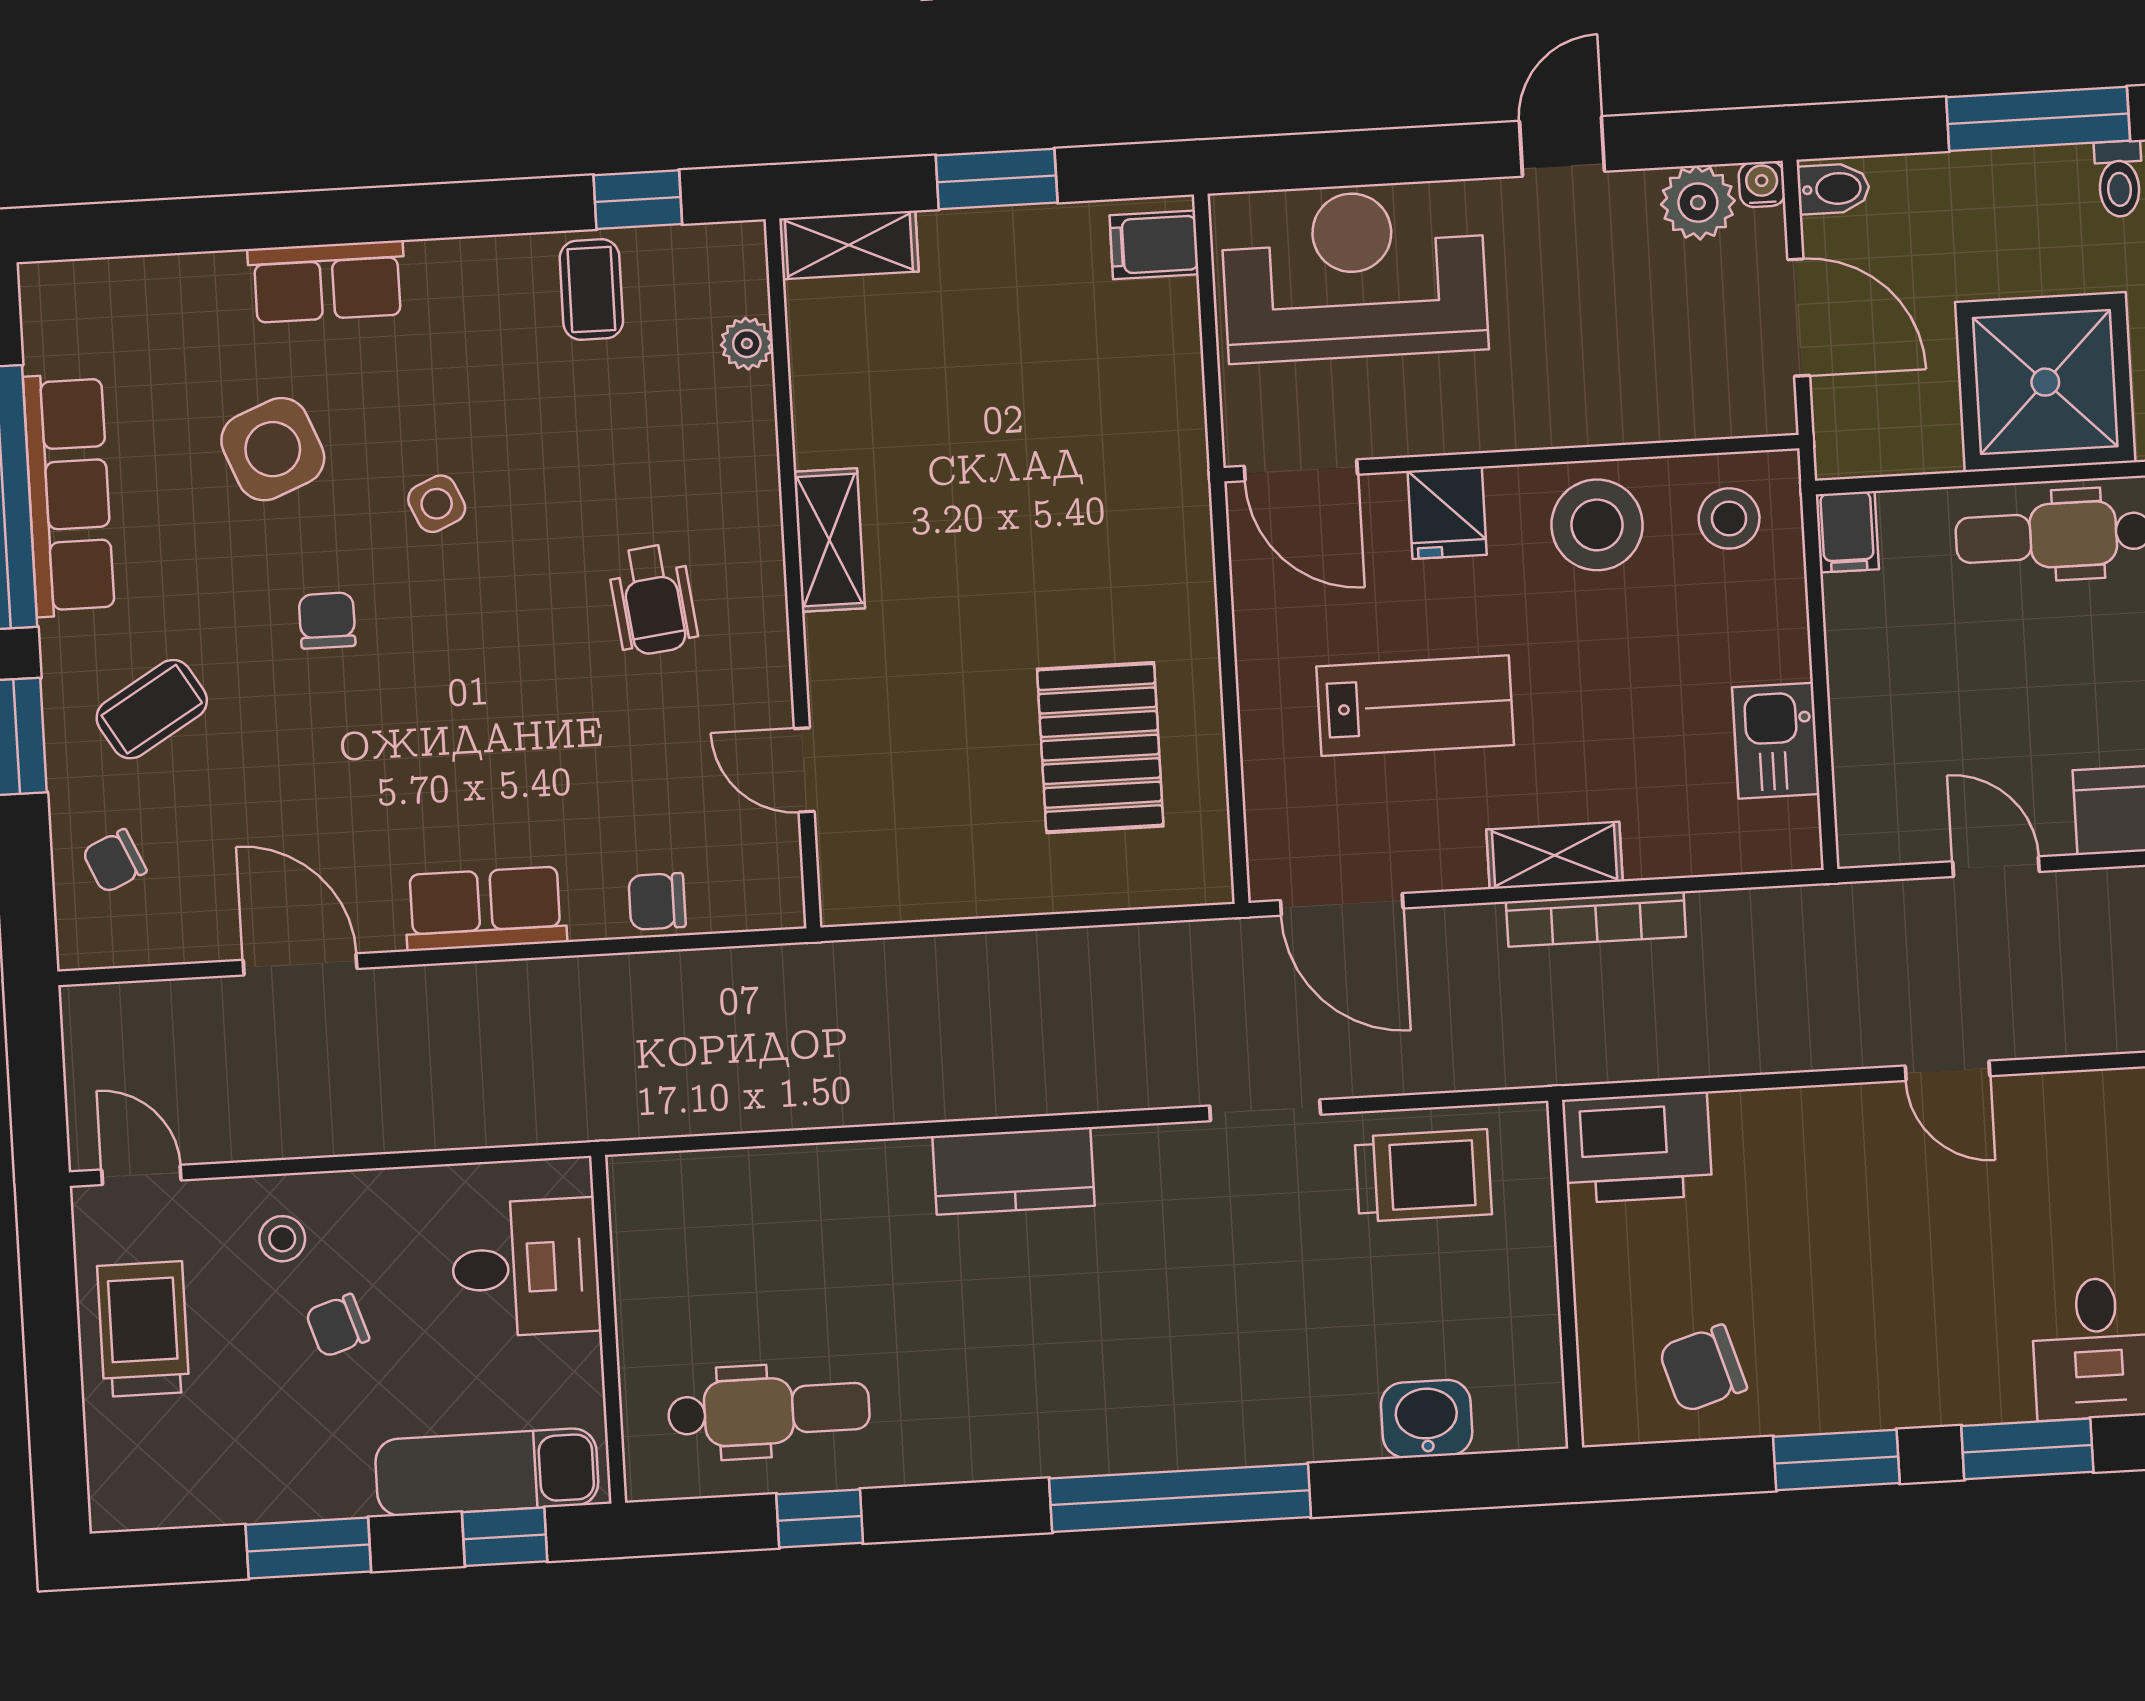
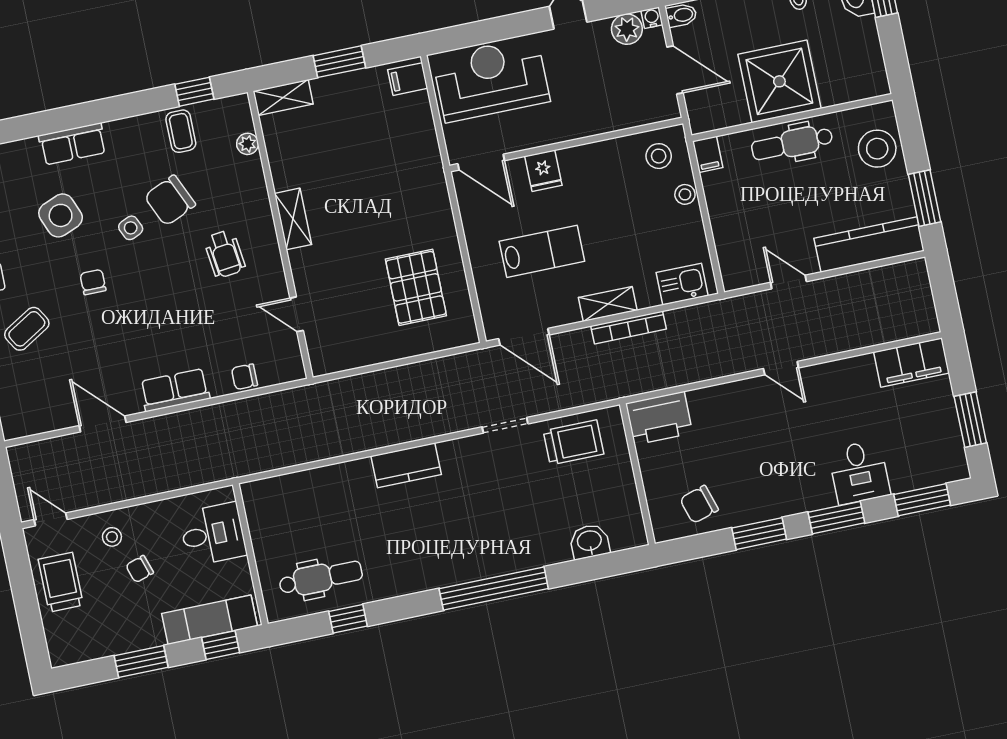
stool: (1597, 525) -> (685, 194), moved, width x0.53, depth x0.53
kitchen sink: (1776, 741) -> (682, 284), moved, turned 90
chair: (114, 861) -> (170, 200), moved, width x1.87, depth x1.87

